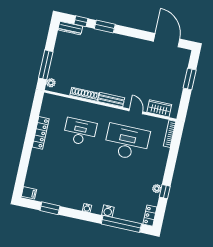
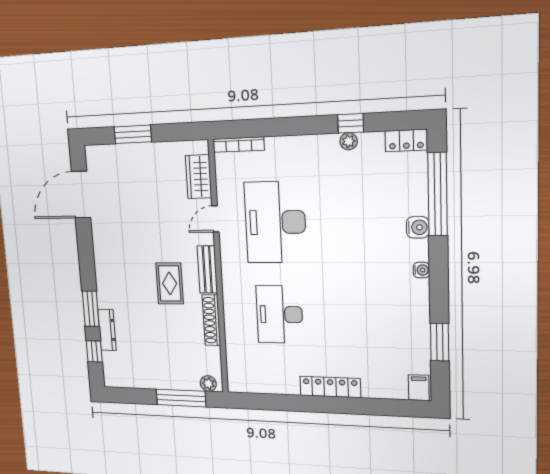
dresser: (70, 28) -> (107, 330), moved
rug: (109, 77) -> (170, 283), added
locker: (41, 133) -> (330, 387), moved

